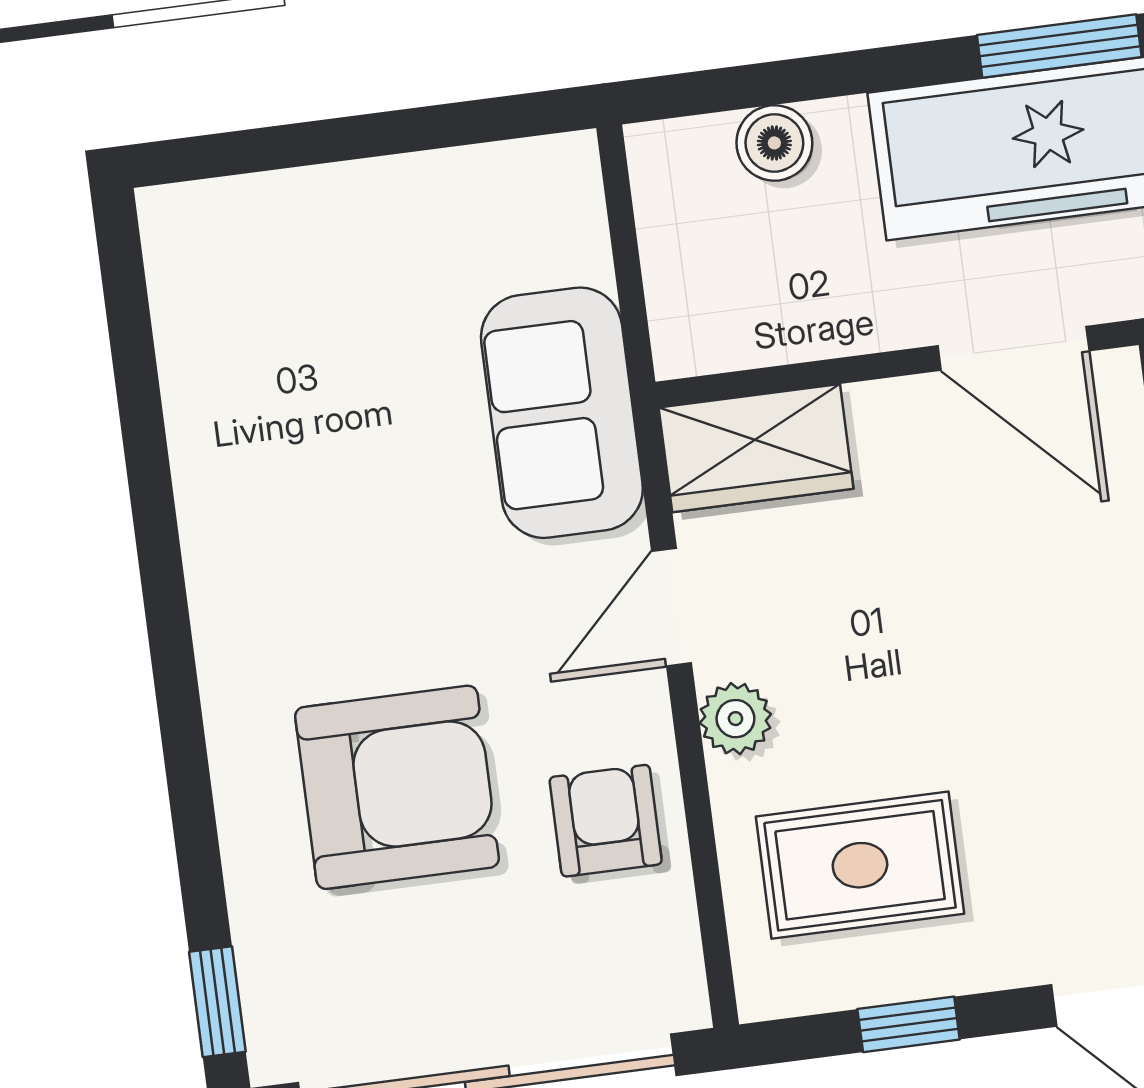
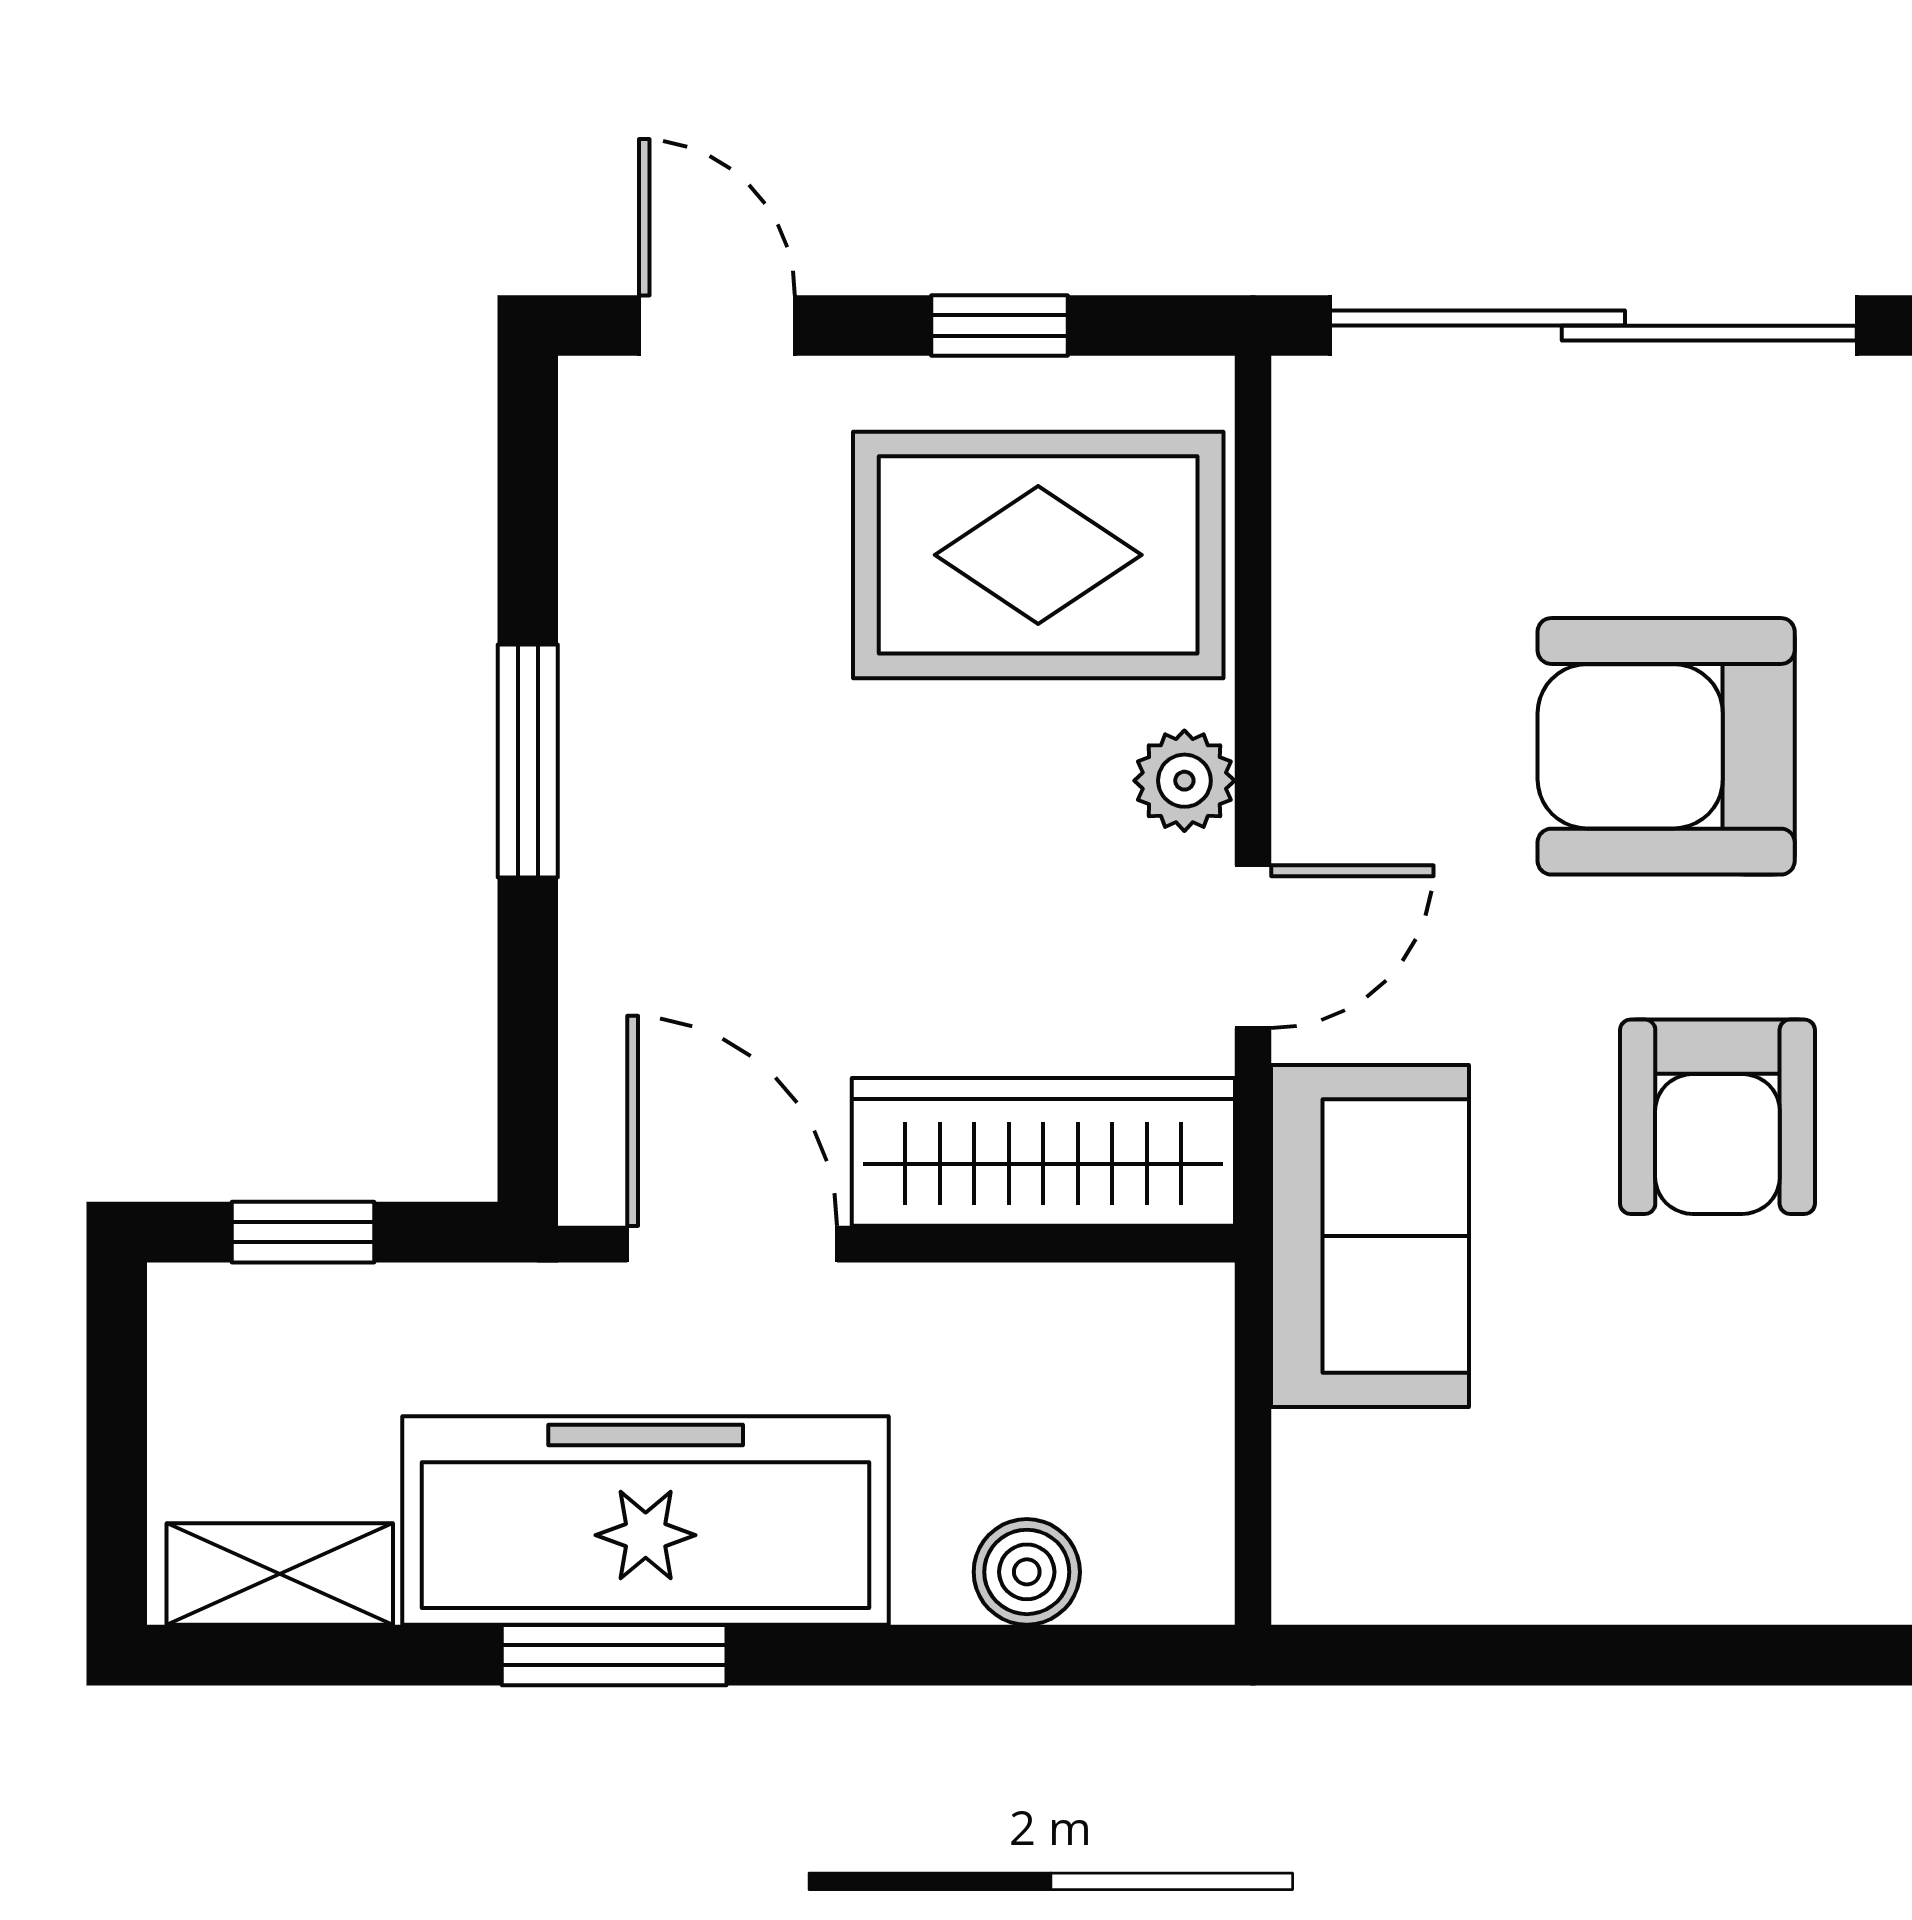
wardrobe: (756, 448) -> (1043, 1152), width x1.50
armchair: (606, 821) -> (1717, 1117), moved, width x1.38, depth x1.38
rug: (860, 865) -> (1038, 555), width x1.36, depth x1.43

